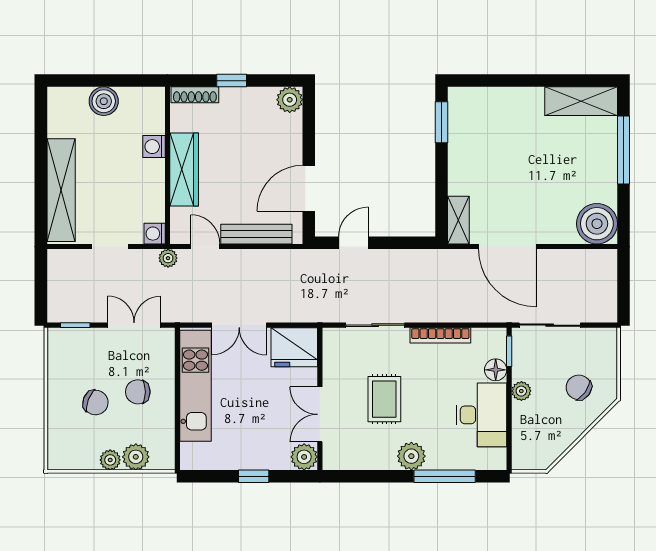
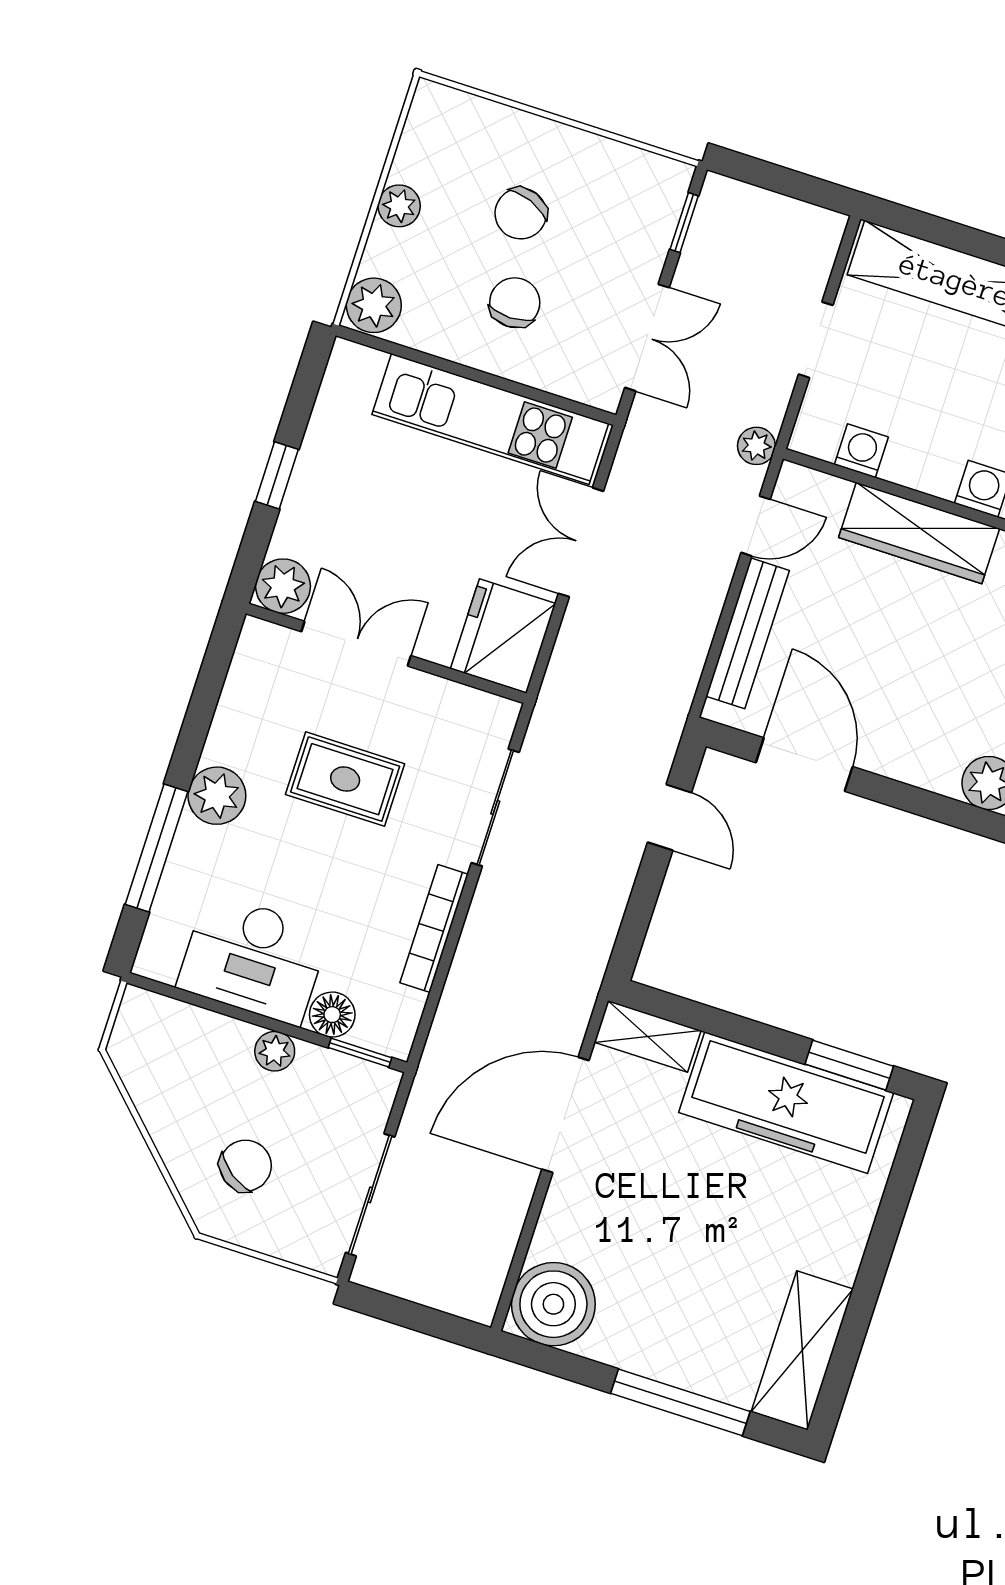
freezer: (468, 146) -> (786, 1103), added
washing machine: (155, 234) -> (861, 451), moved
sliding door: (550, 325) -> (370, 1195), moved
plant: (136, 457) -> (374, 305), moved

